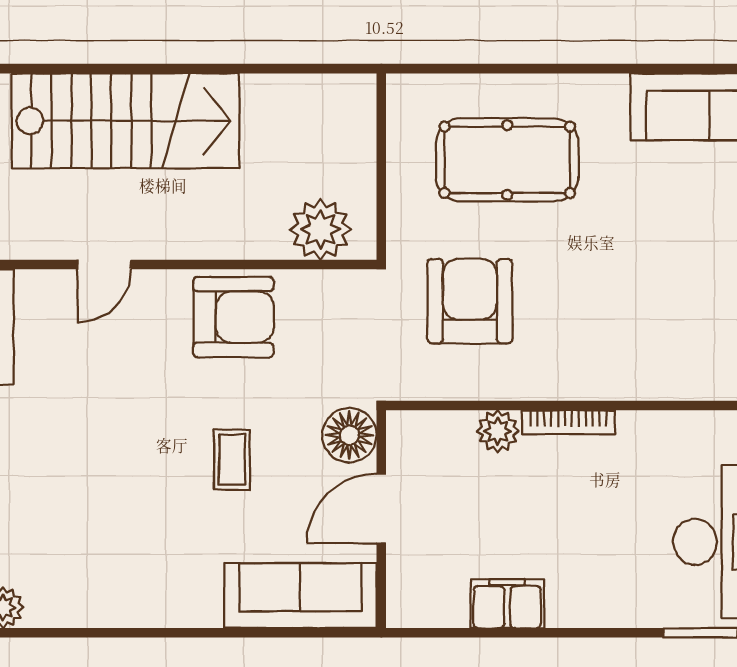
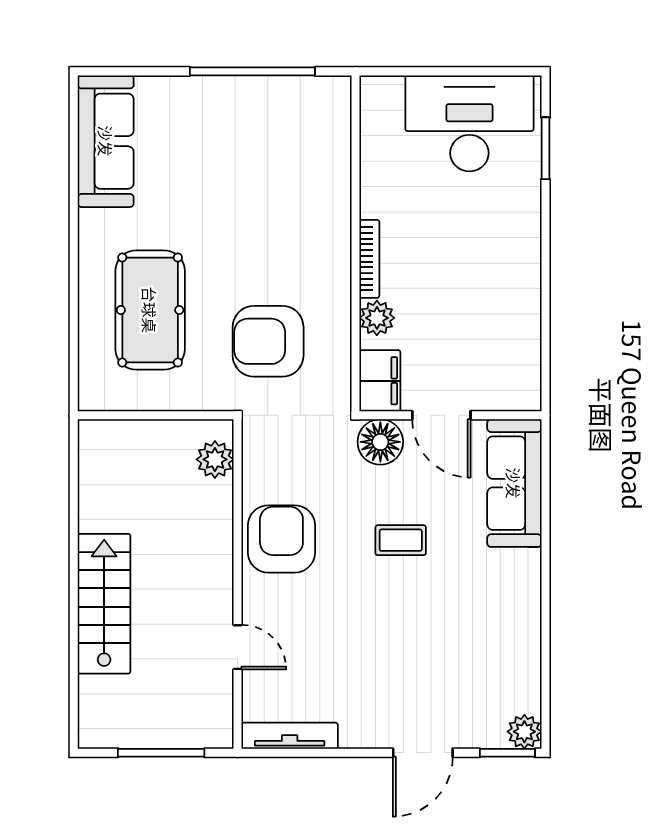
stairs: (126, 121) -> (104, 604), width x0.73, depth x0.66
plant: (320, 229) -> (215, 459), width x0.73, depth x0.73
filing cabinet: (507, 604) -> (380, 381), moved, turned 180

